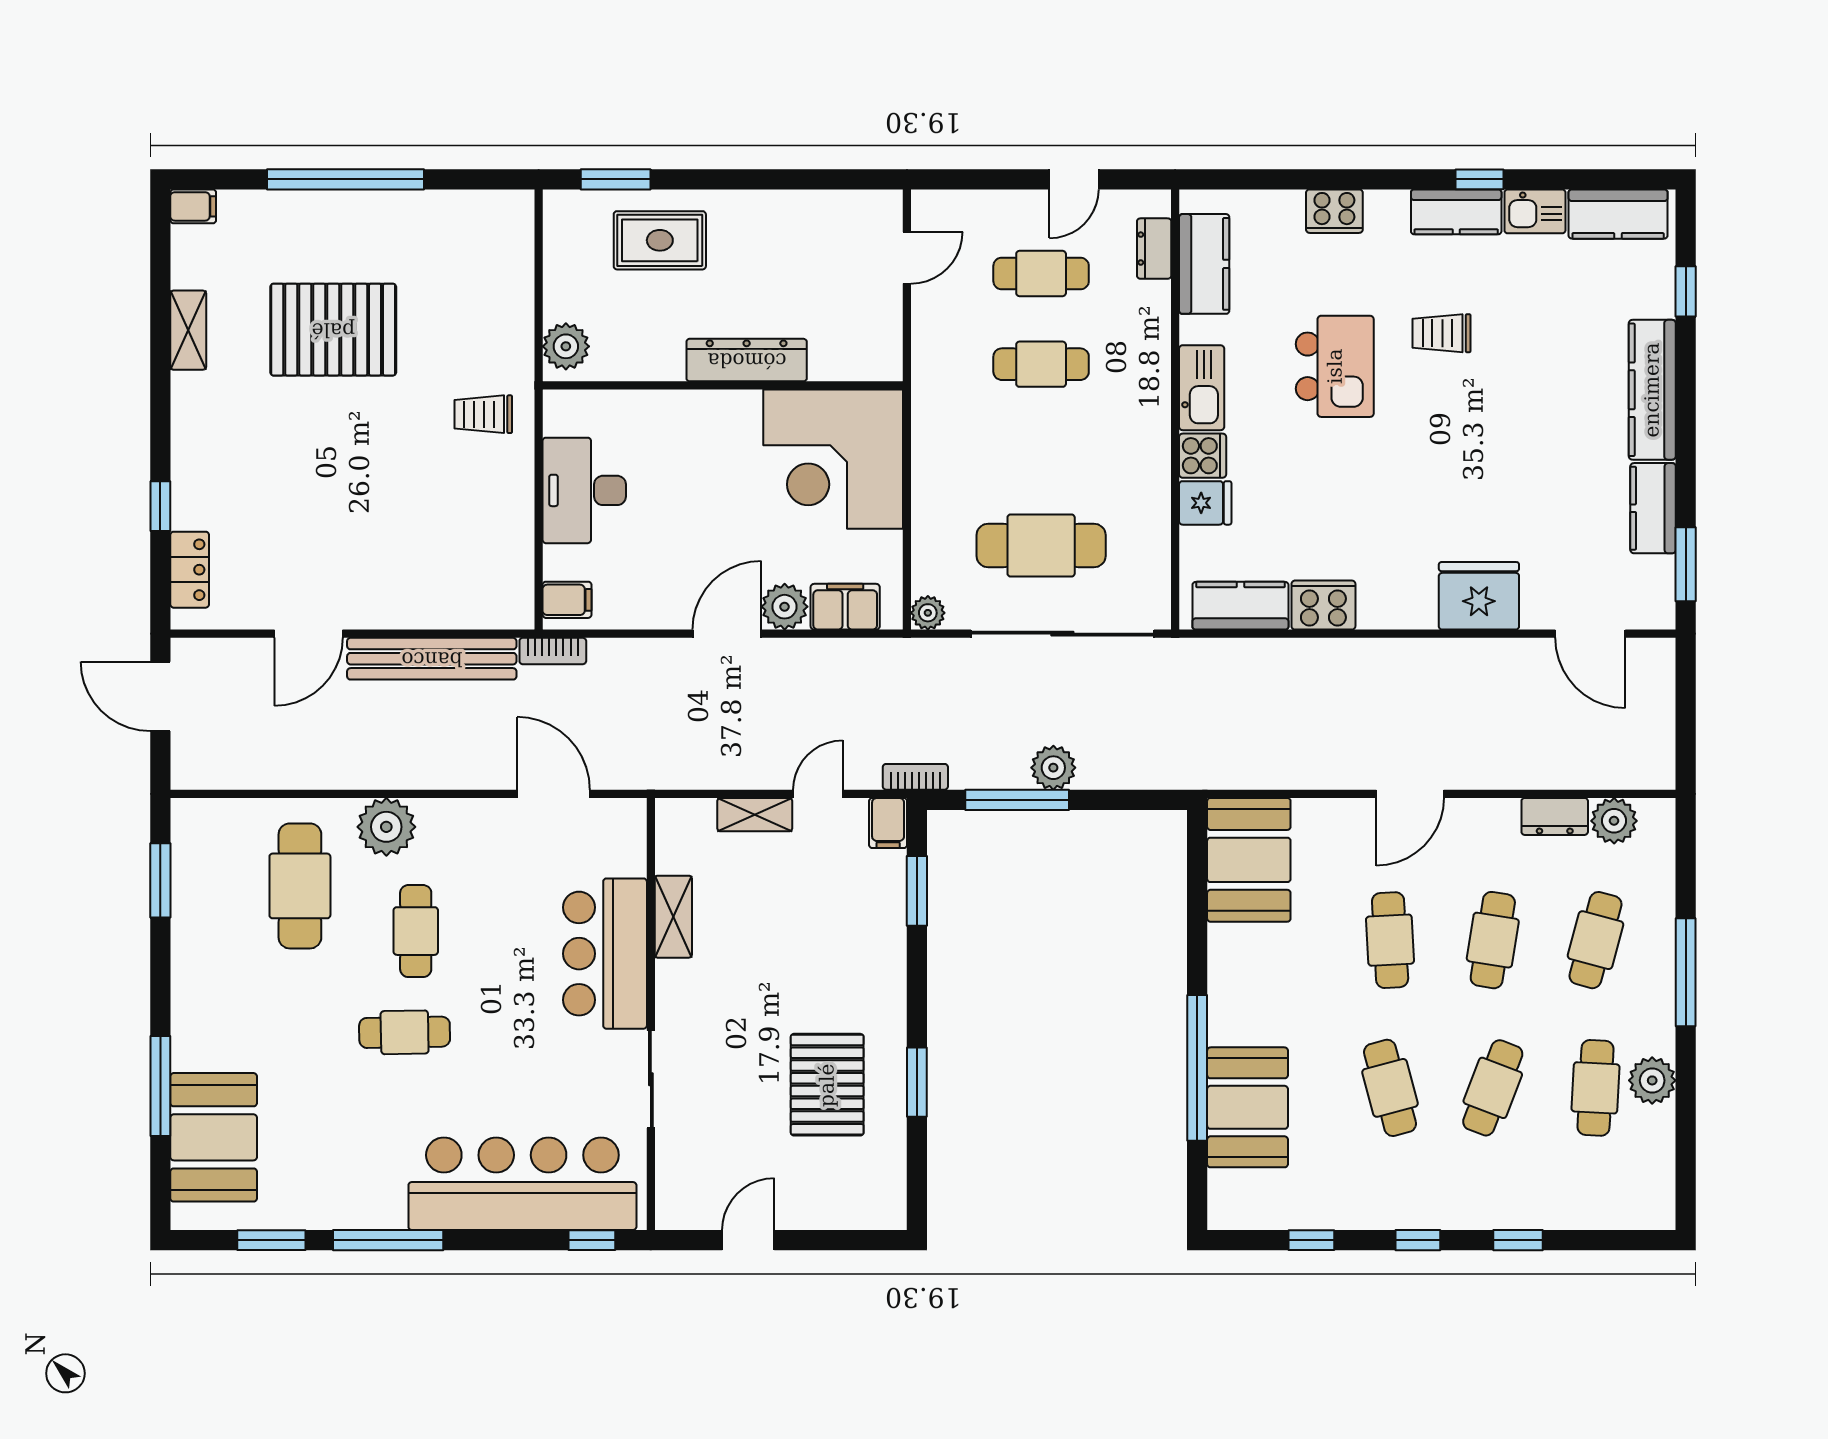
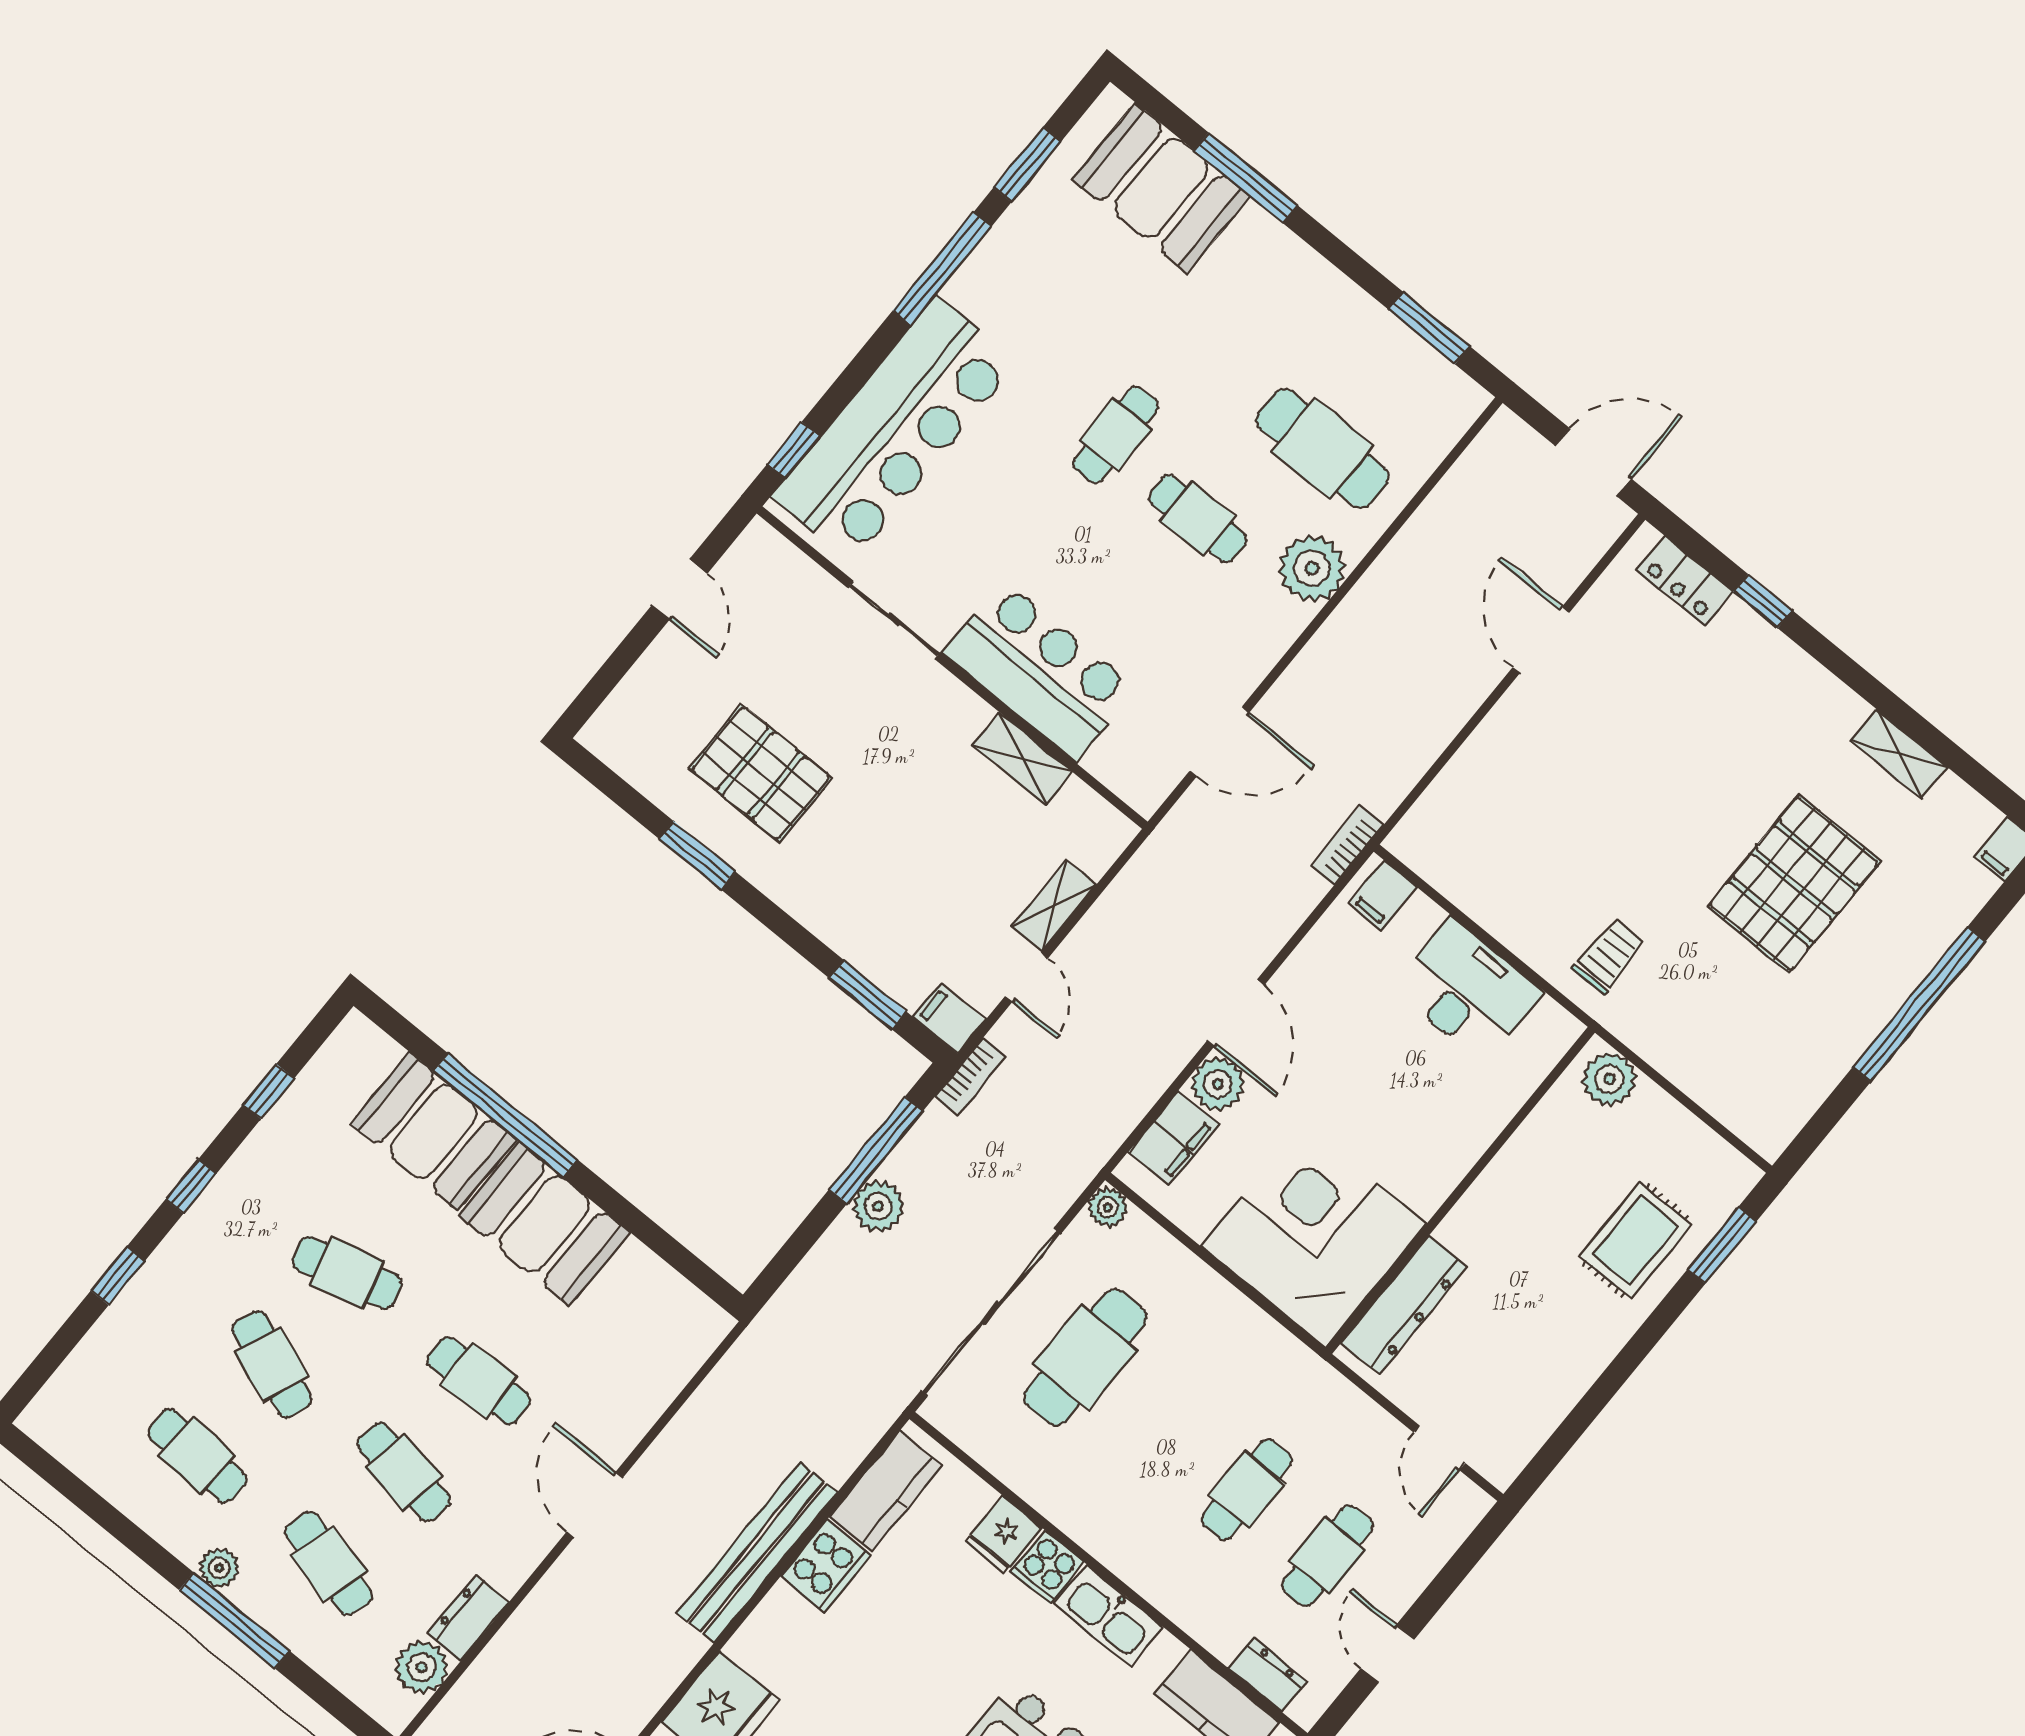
dresser: (747, 360) -> (1404, 1305), moved
bench: (432, 659) -> (757, 1552), moved
booth: (1249, 860) -> (544, 1224), moved
plant: (1652, 1080) -> (219, 1568), moved, width x0.73, depth x0.73

